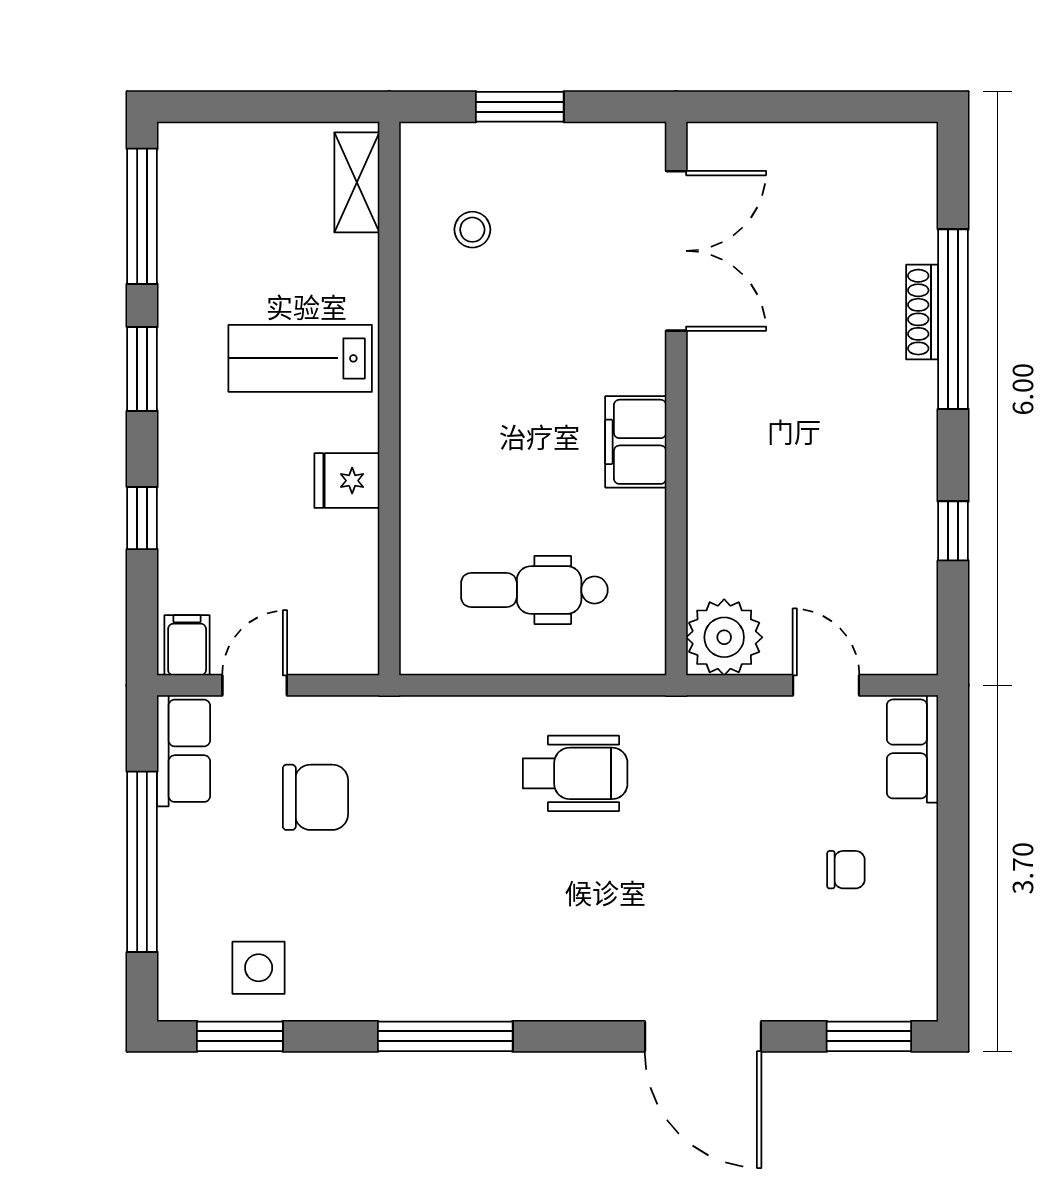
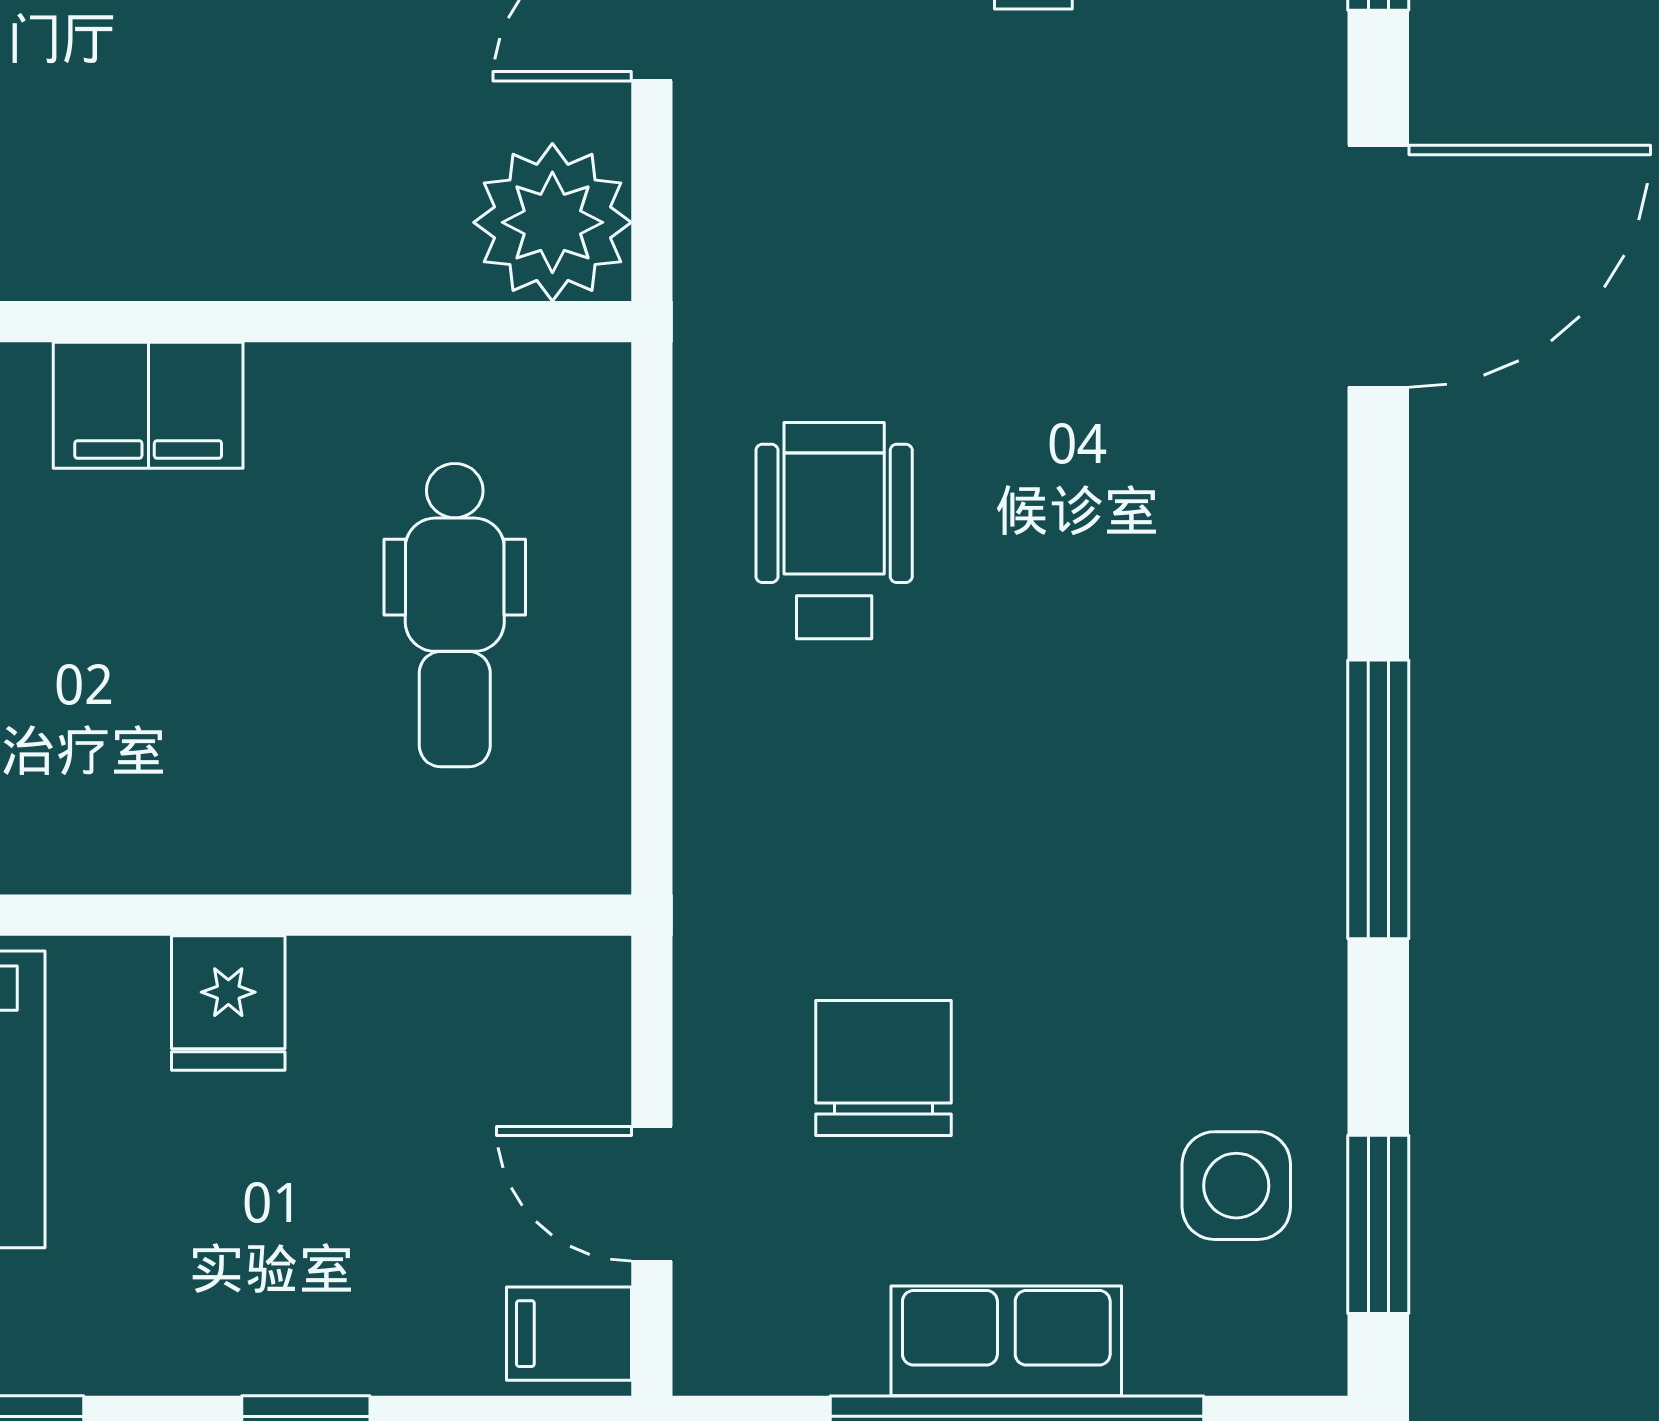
row of seats: (183, 751) -> (1006, 1341), moved

